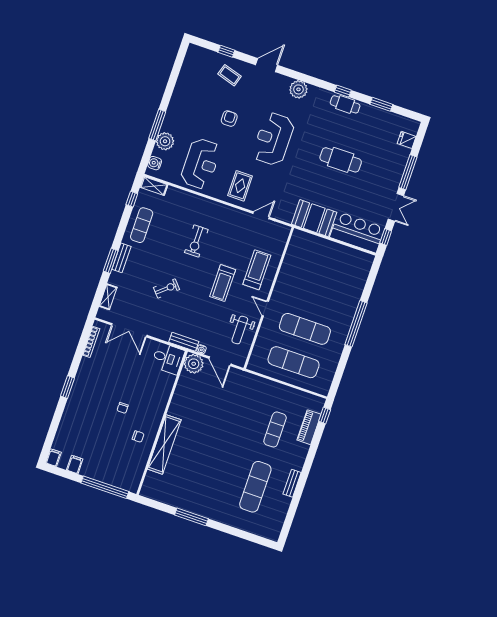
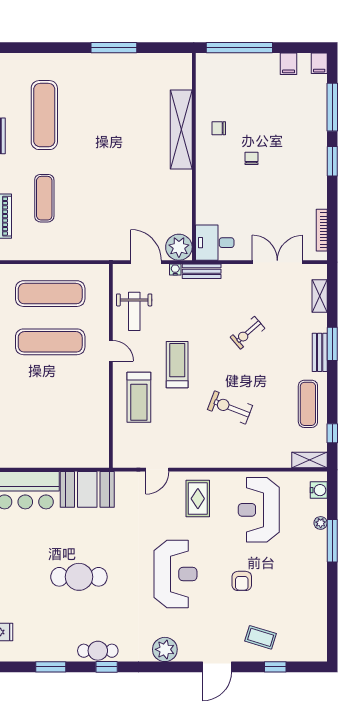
plant: (165, 141) -> (321, 523), width x0.53, depth x0.53
exercise bike: (196, 241) -> (230, 408), turned -69
weight bench: (240, 330) -> (134, 311), turned 180
window: (55, 424) -> (332, 107), added

